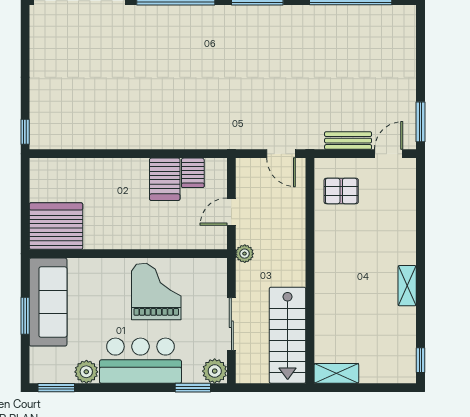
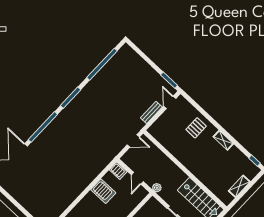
server rack: (193, 173) -> (118, 171), moved
pallet: (341, 191) -> (196, 128), moved
shelving: (336, 373) -> (239, 186), moved

